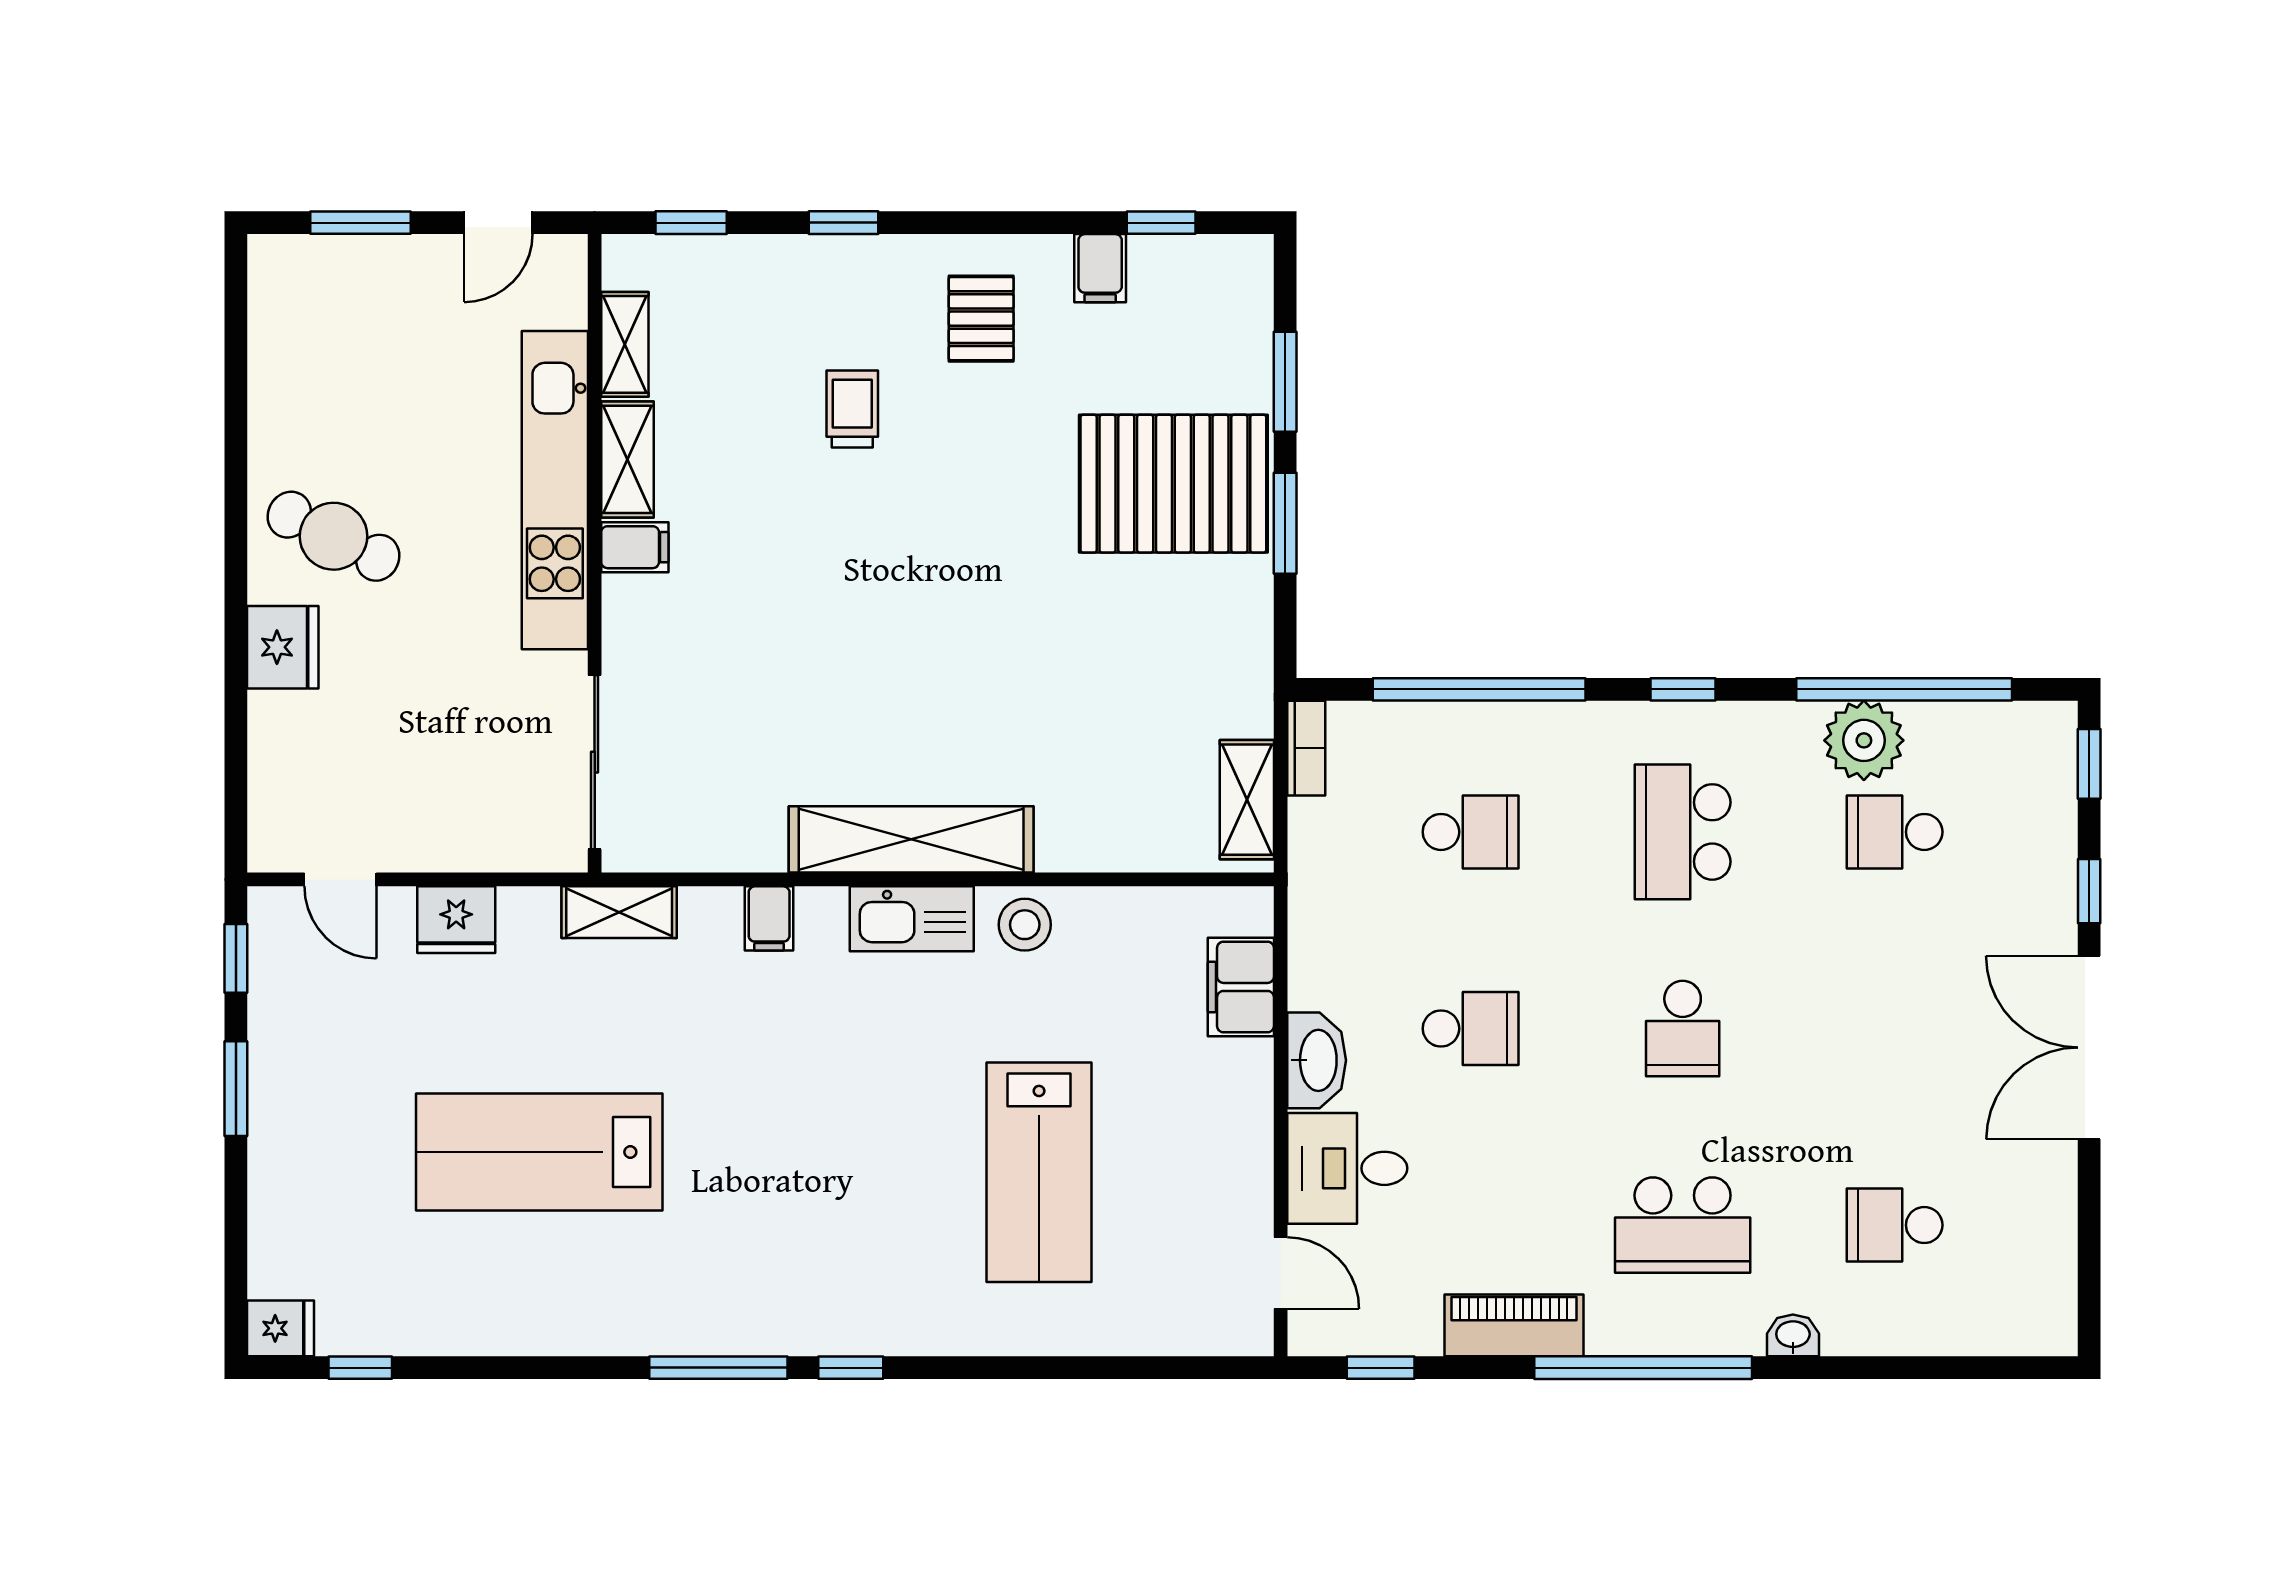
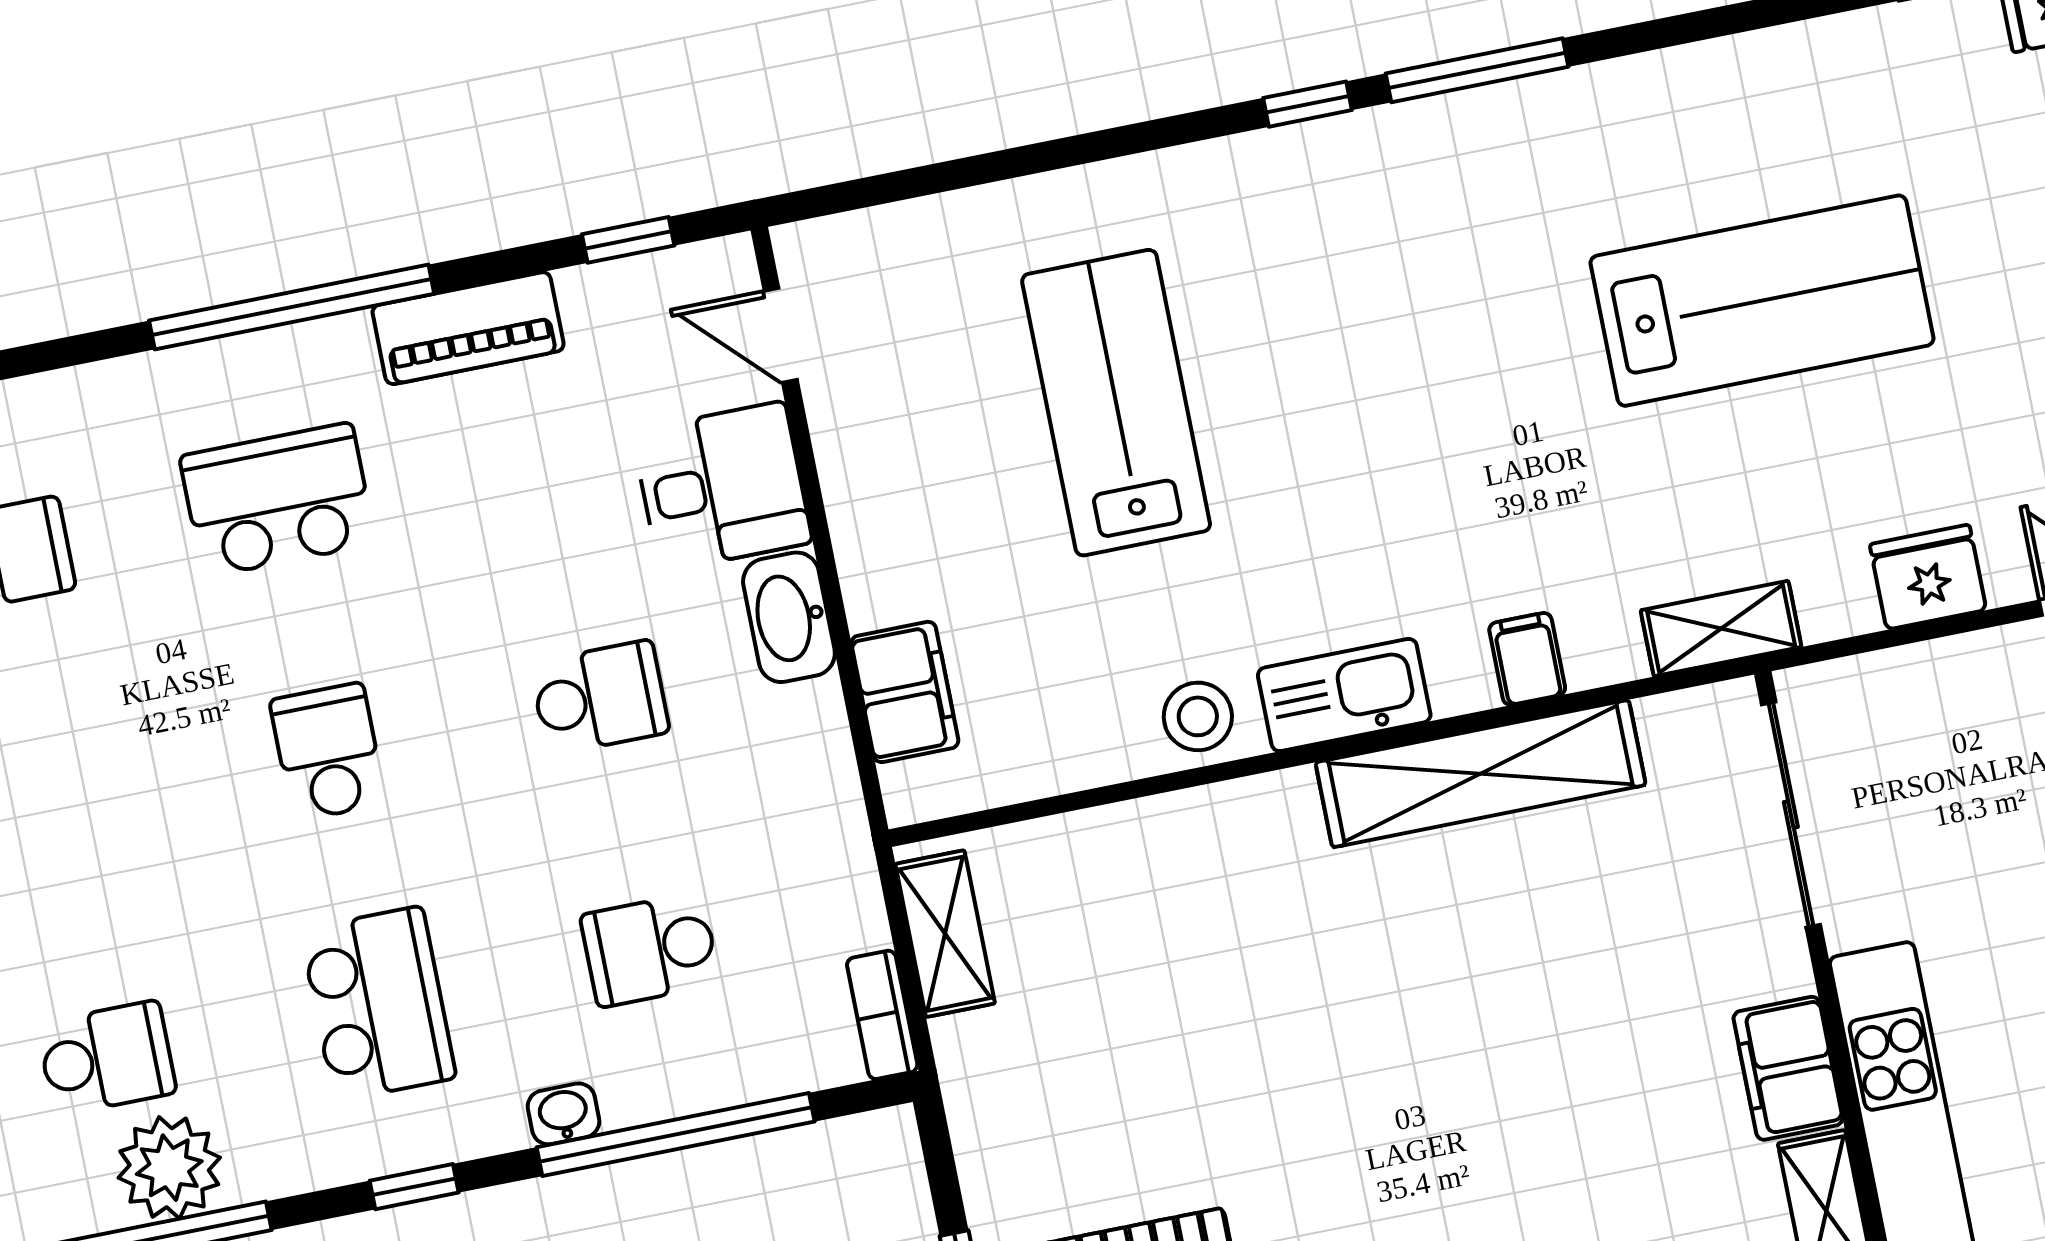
filing cabinet: (635, 547) -> (1788, 1068), width x2.00
shelving: (911, 839) -> (1481, 774), moved
school desk: (1471, 1029) -> (600, 698), turned 180
washbasin: (1793, 1335) -> (564, 1114), moved, turned 180

